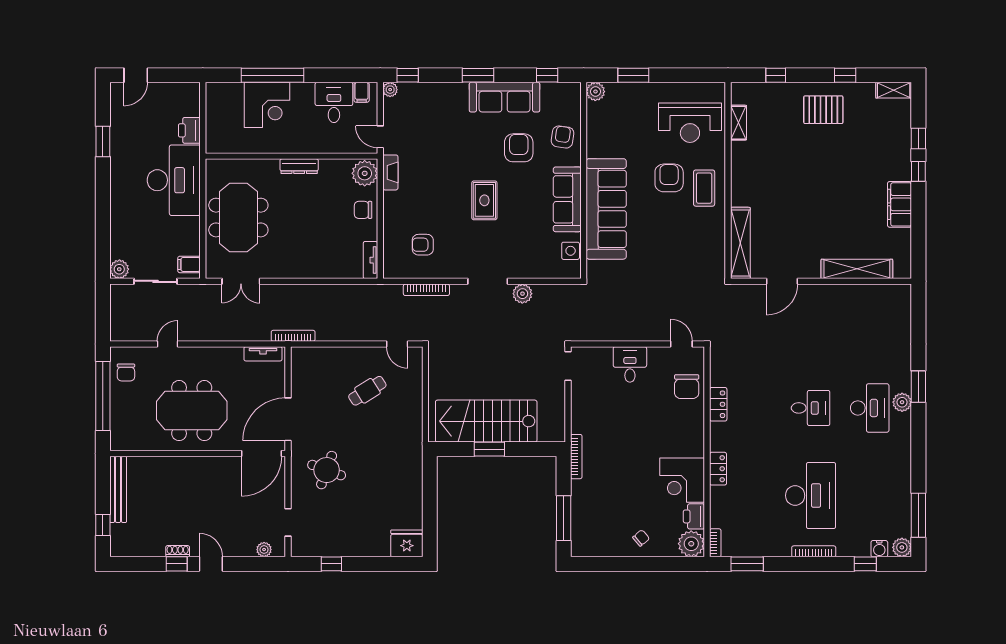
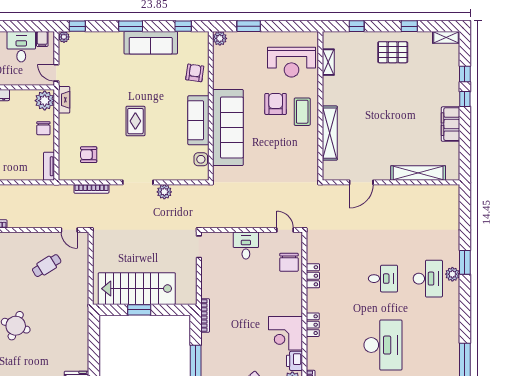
armchair: (519, 148) -> (162, 81), removed
chair: (363, 210) -> (43, 128), turned -90
shelving: (740, 243) -> (330, 133), moved

